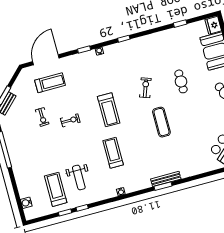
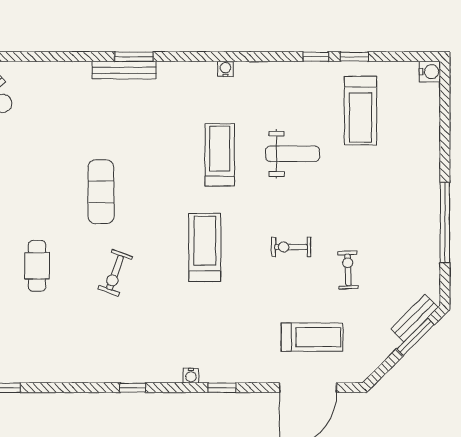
treadmill: (50, 83) -> (312, 337), turned 180
treadmill: (113, 153) -> (220, 155), turned 180
weight bench: (79, 177) -> (293, 154), moved, turned 90
water cooler: (26, 203) -> (430, 72), moved

